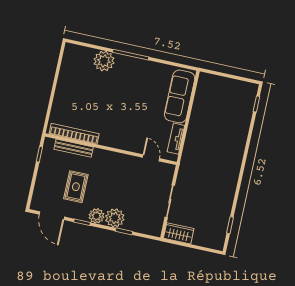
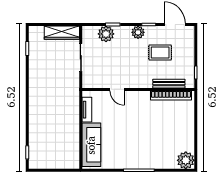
plant: (104, 61) -> (186, 160), moved
door: (151, 158) -> (117, 89), moved
rug: (76, 187) -> (160, 52), turned 90
plant: (115, 218) -> (106, 34), moved
wardrobe: (179, 233) -> (62, 33), width x1.50

